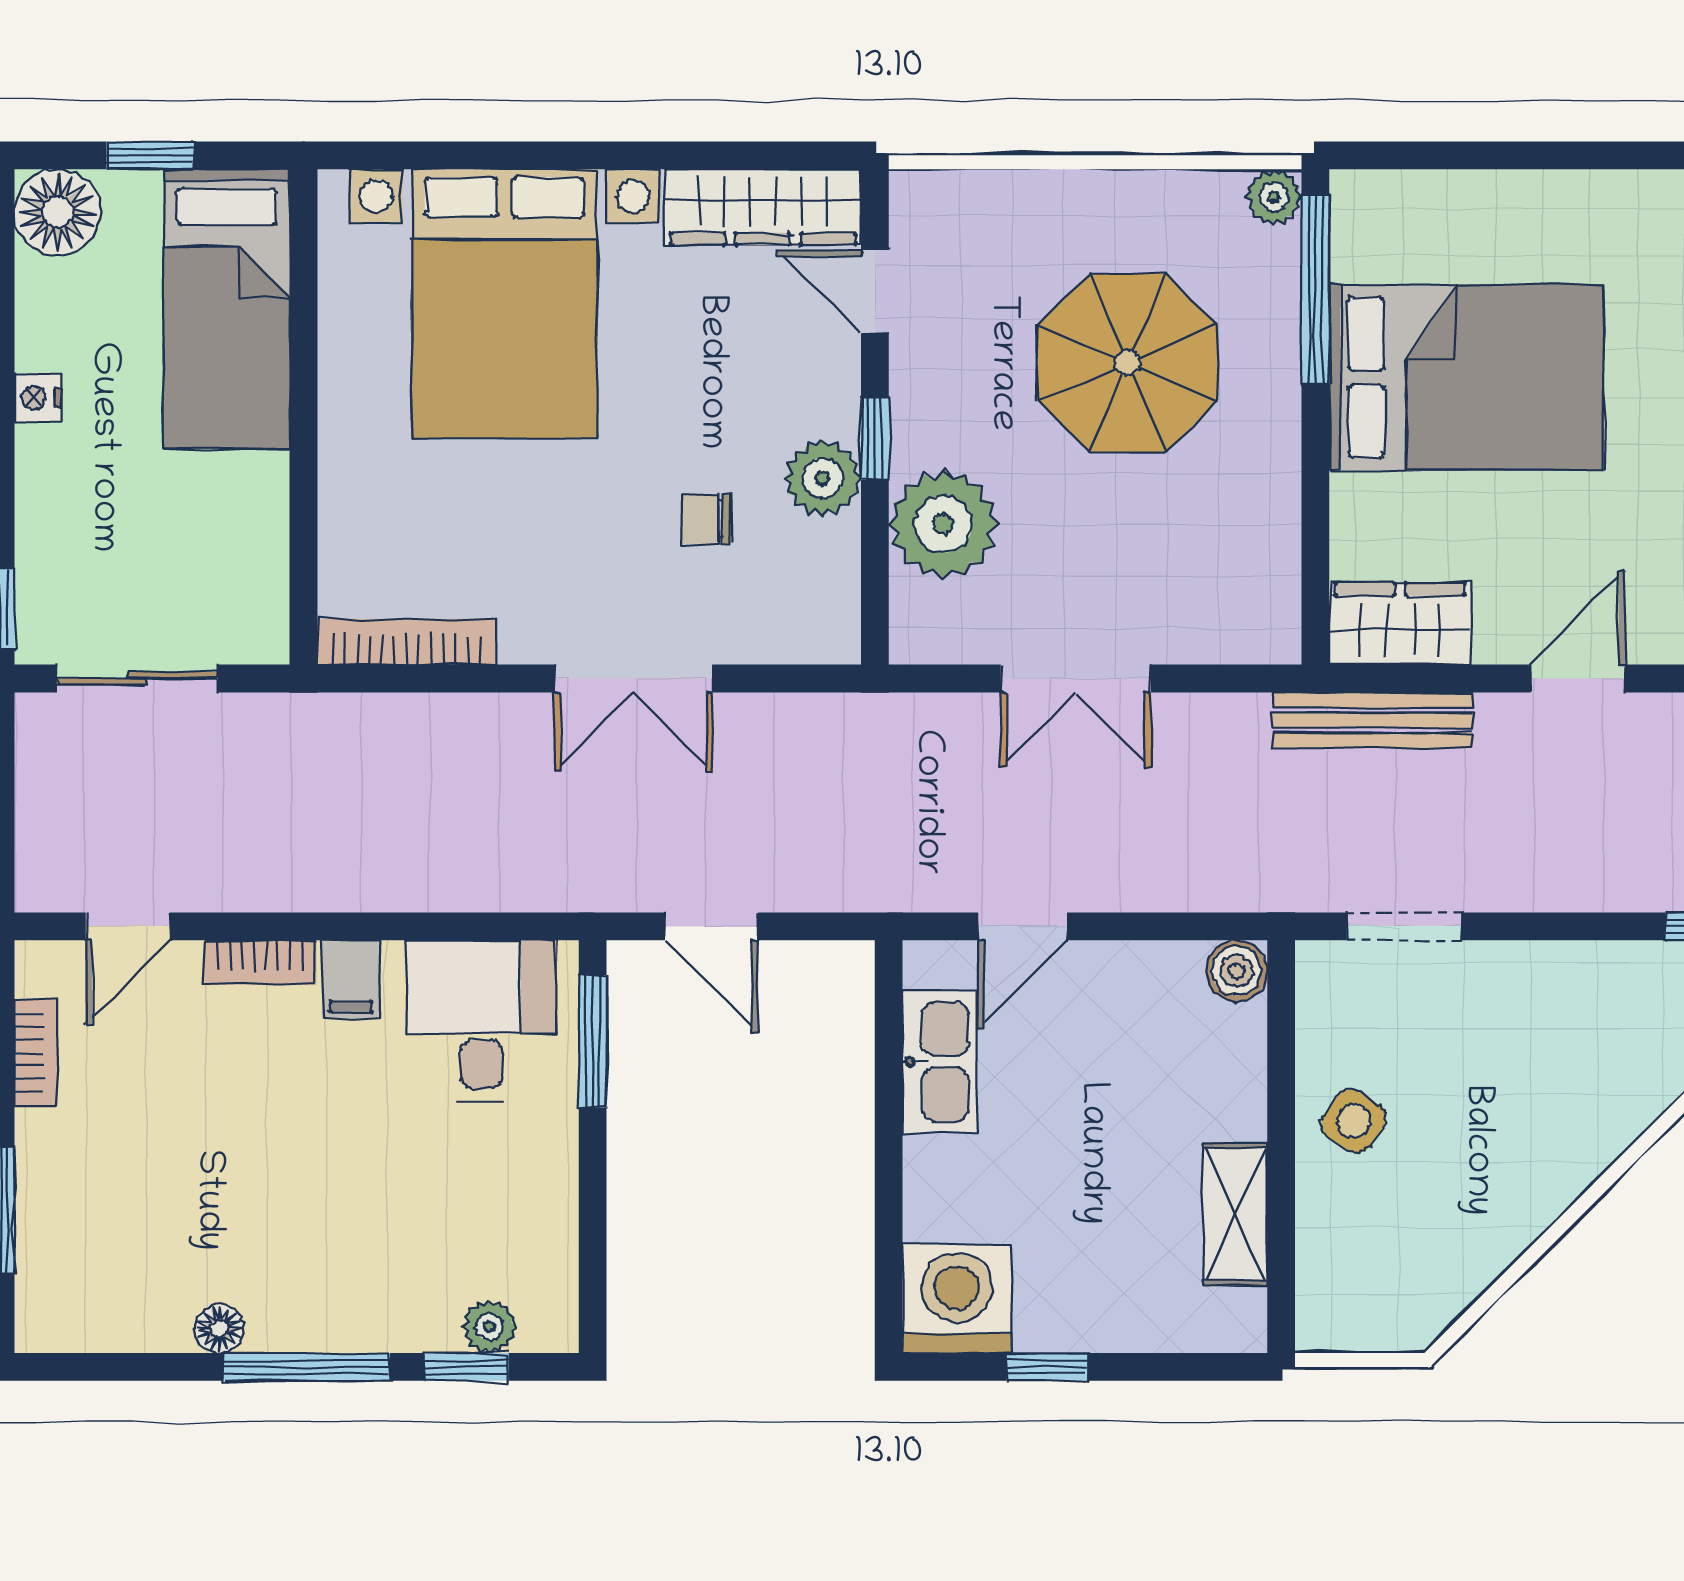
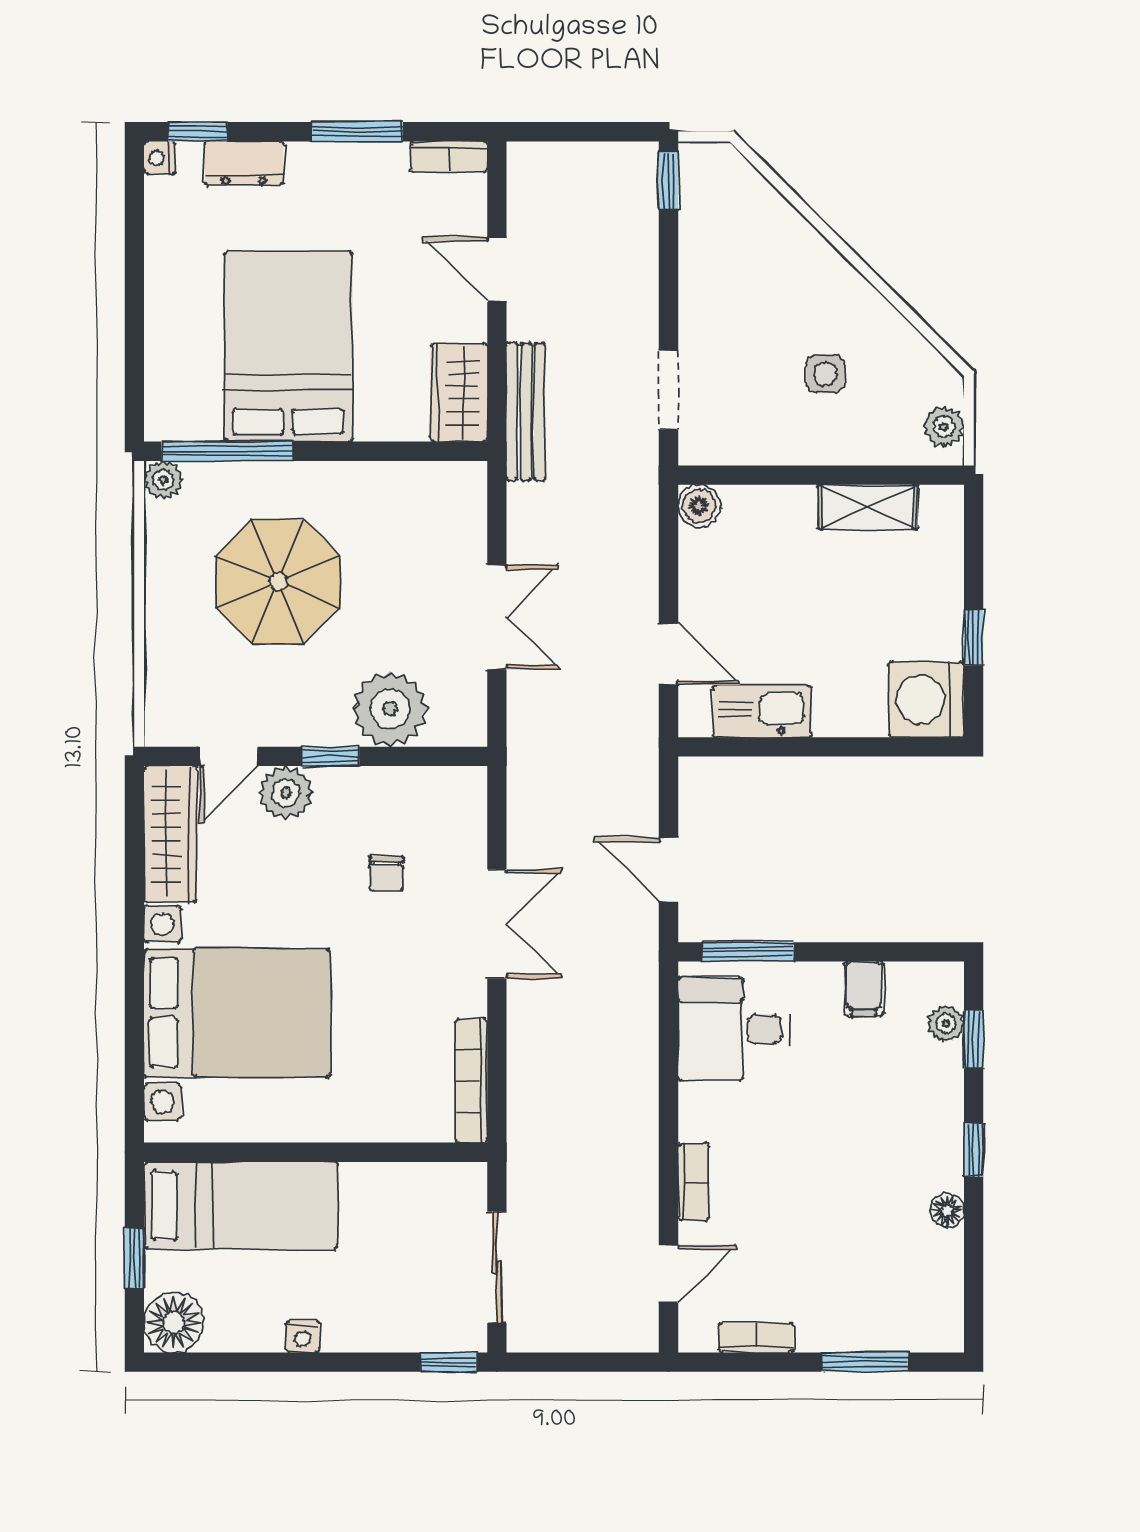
plant: (823, 478) -> (286, 793), moved
door: (128, 926) -> (668, 1274), hinge flipped
door: (711, 926) -> (668, 870), swing flipped
filing cabinet: (351, 979) -> (864, 989), moved, turned 90
side table: (1354, 1121) -> (825, 374), moved, turned -34
plant: (1351, 1324) -> (944, 427), added
window: (307, 1367) -> (974, 1150), width x0.46

